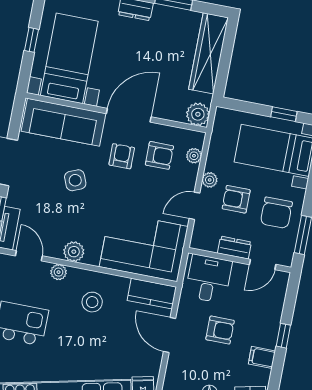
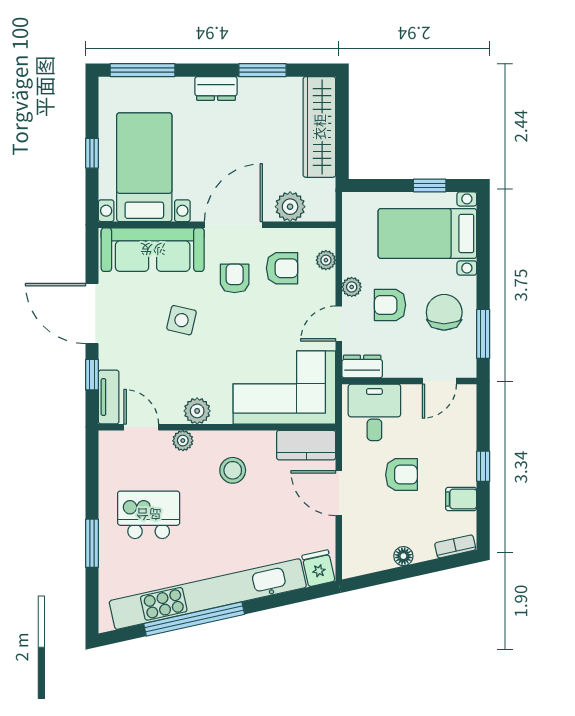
plant: (198, 114) -> (290, 207), moved
side table: (75, 180) -> (182, 320), turned 36
chair: (276, 213) -> (444, 312), turned 180
dresser: (234, 248) -> (362, 367), moved

